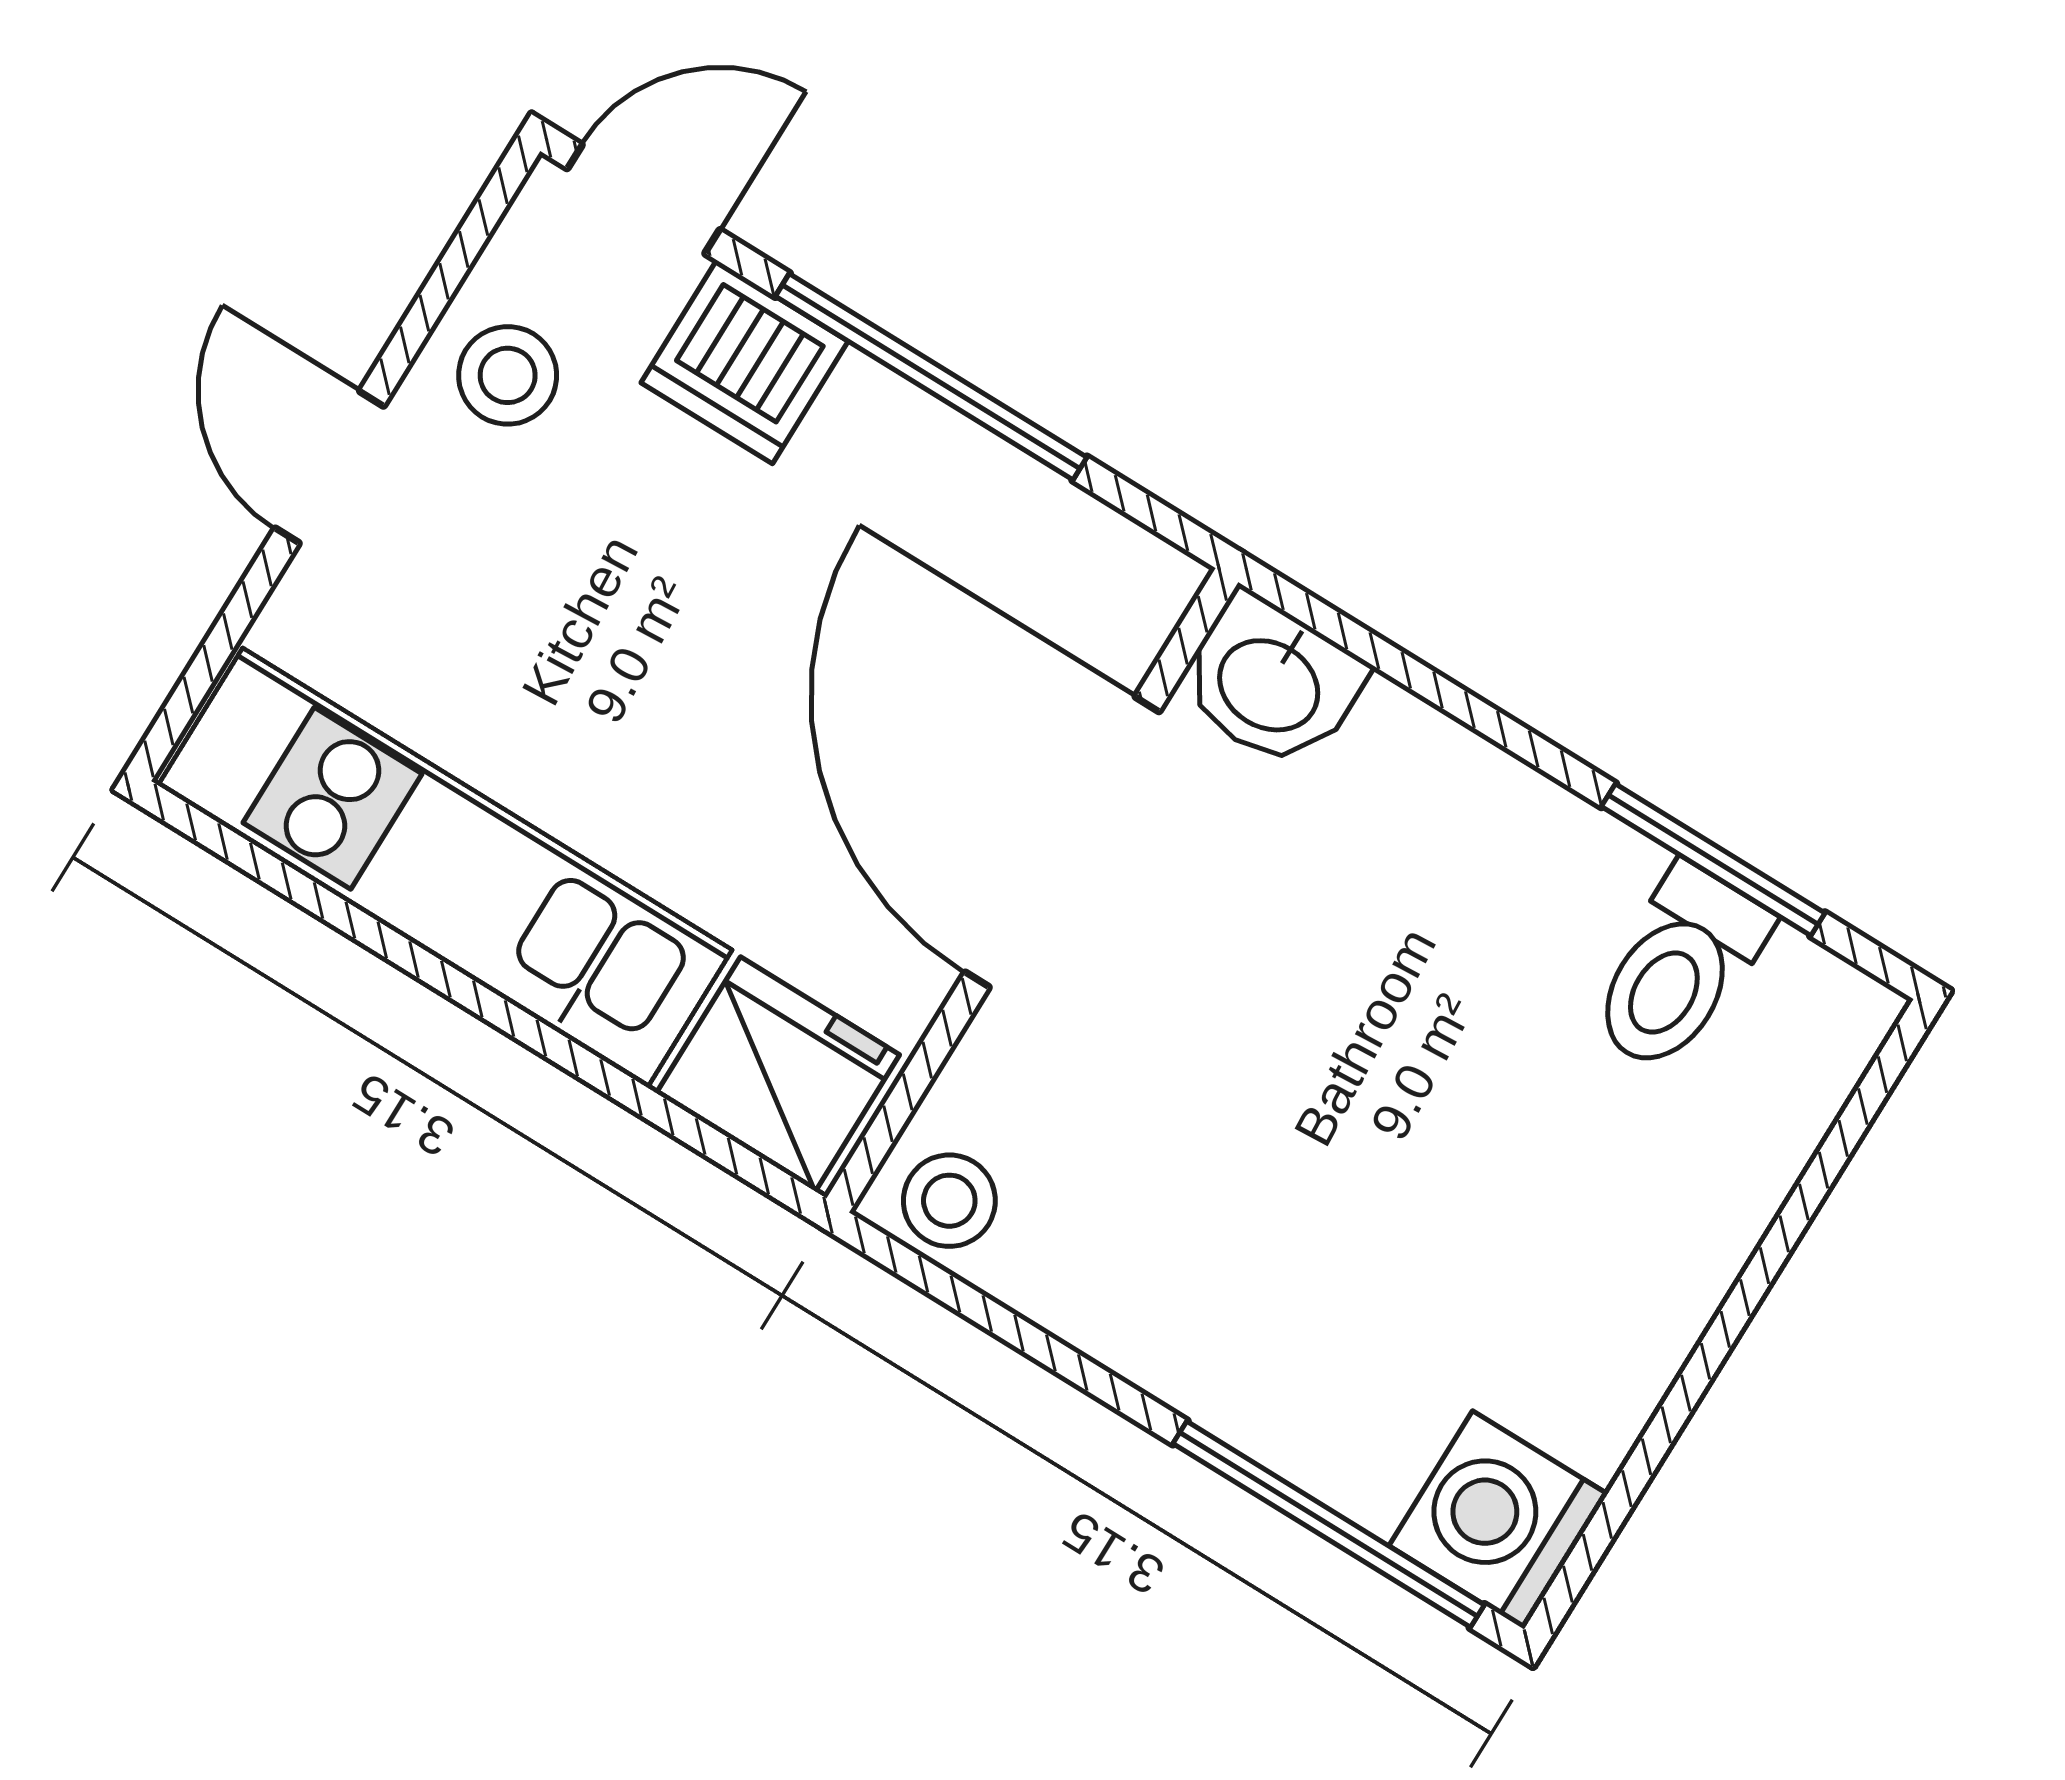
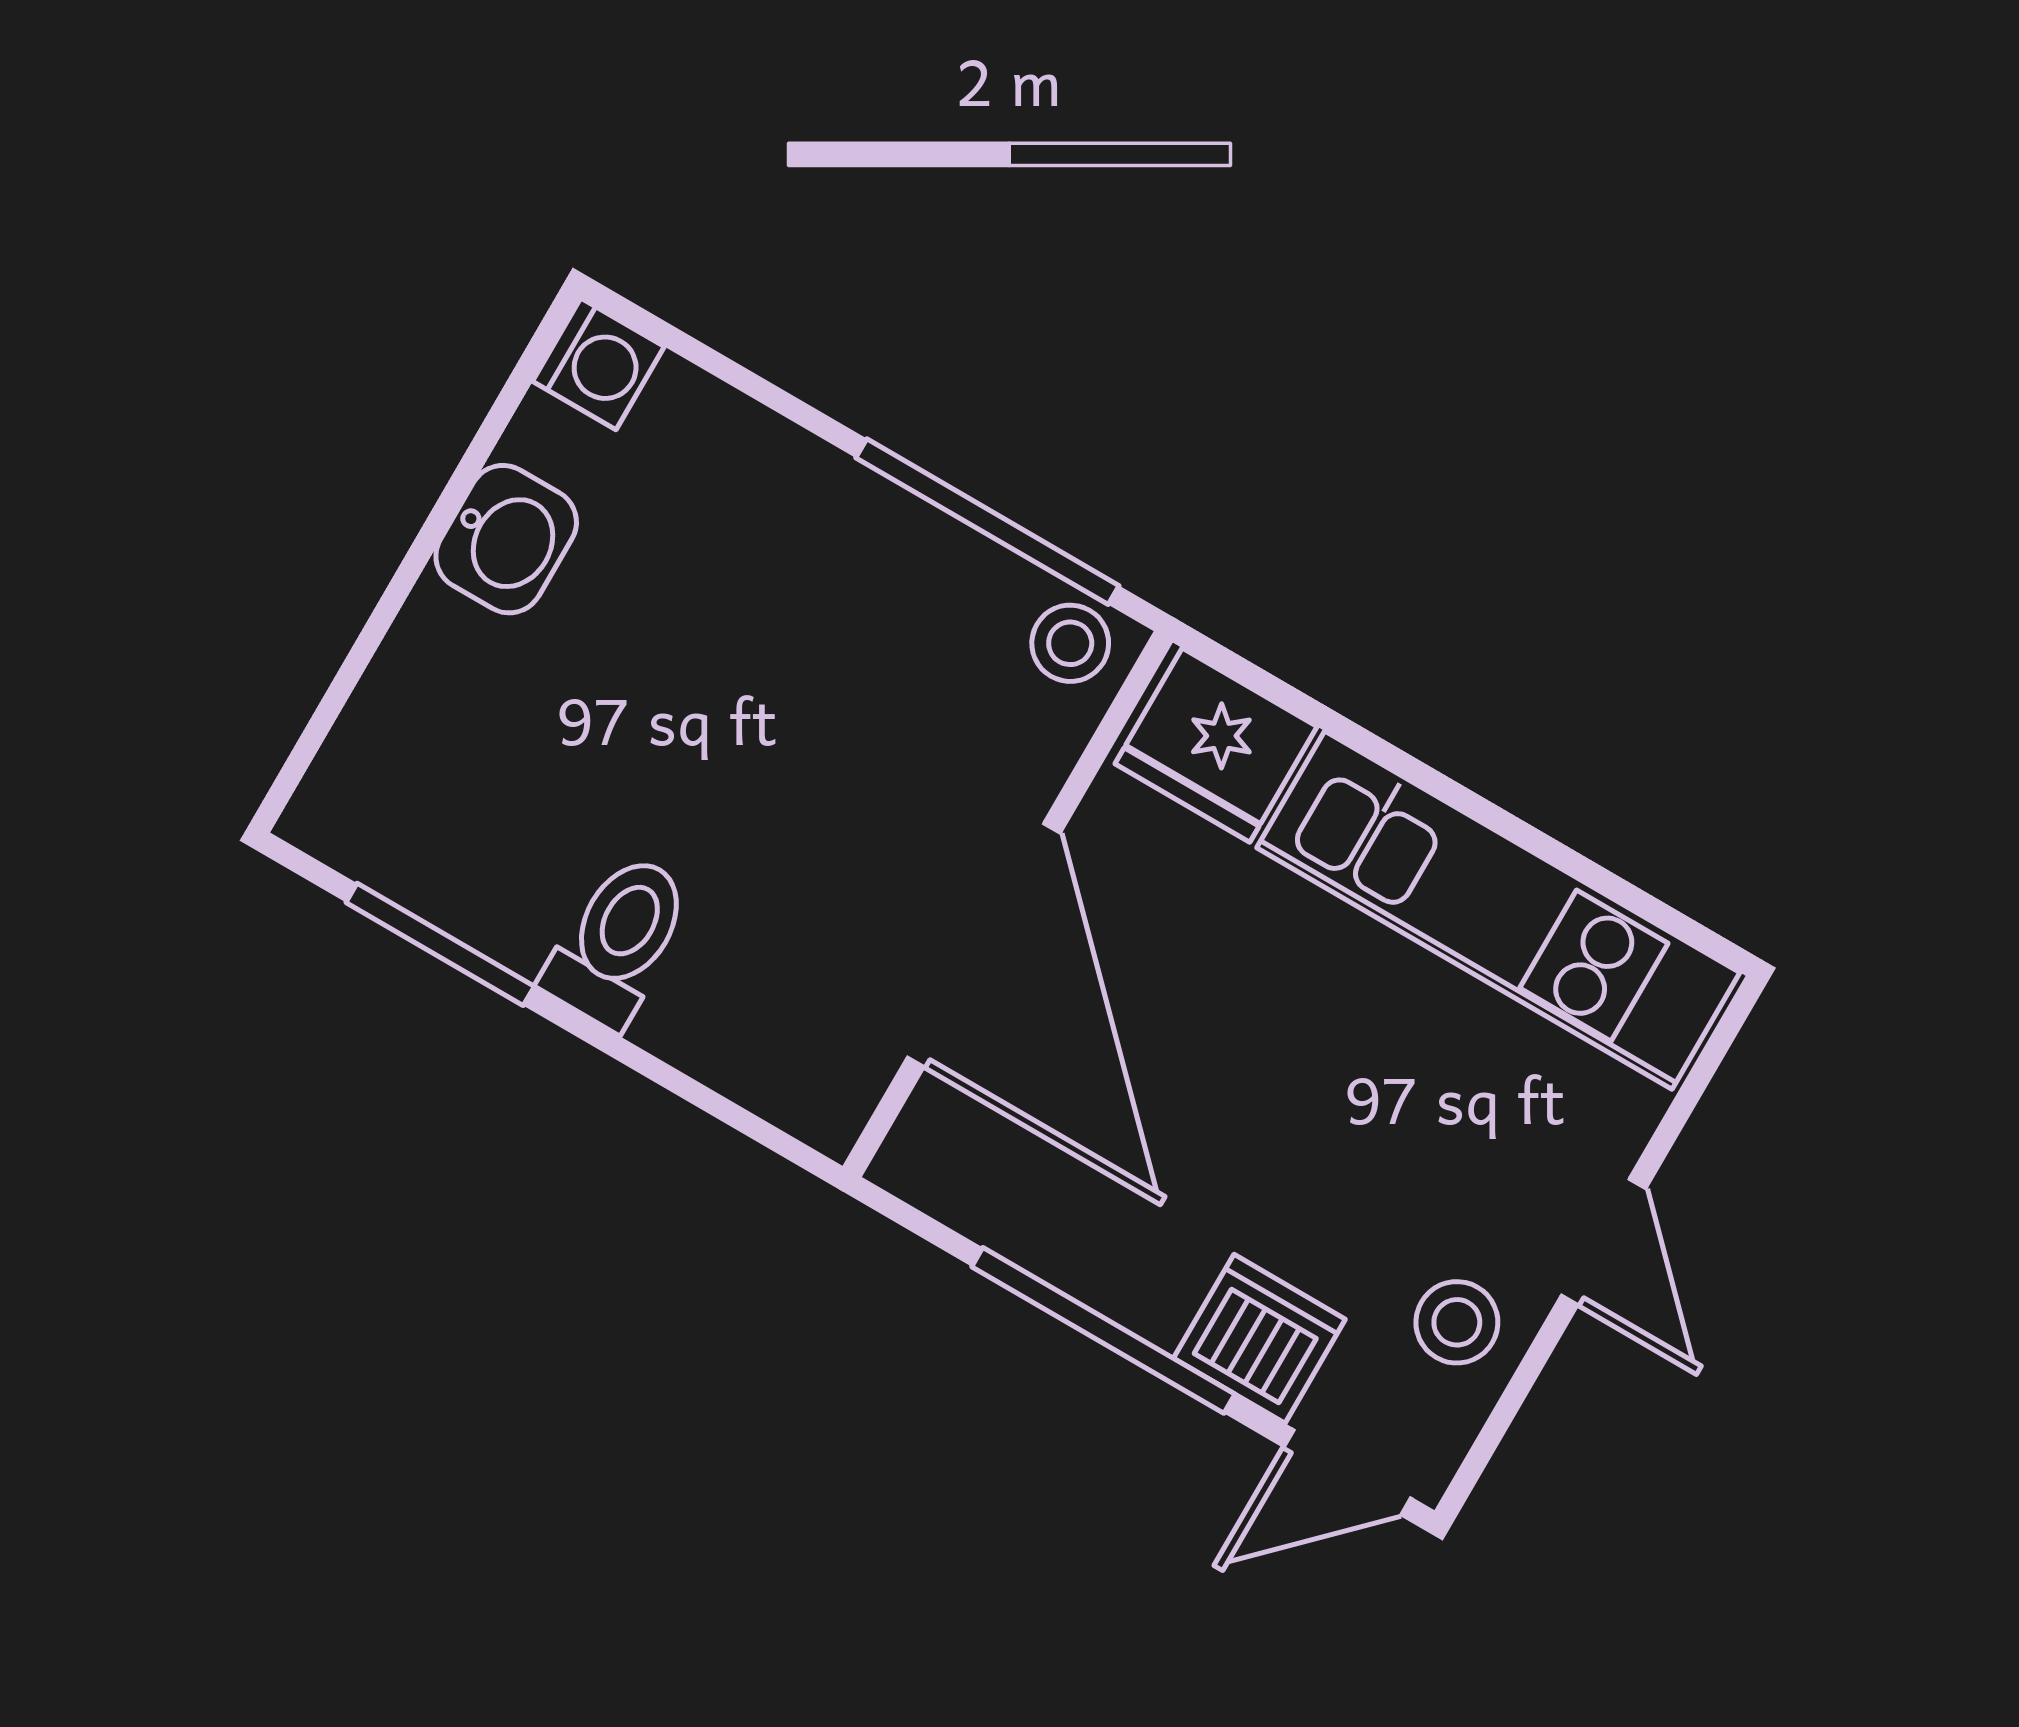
washbasin: (1271, 682) -> (506, 539), moved, turned 90
toilet: (1678, 969) -> (618, 940), moved
washing machine: (1498, 1520) -> (598, 364), width x0.73, depth x0.73
window: (1329, 1524) -> (987, 522), moved

